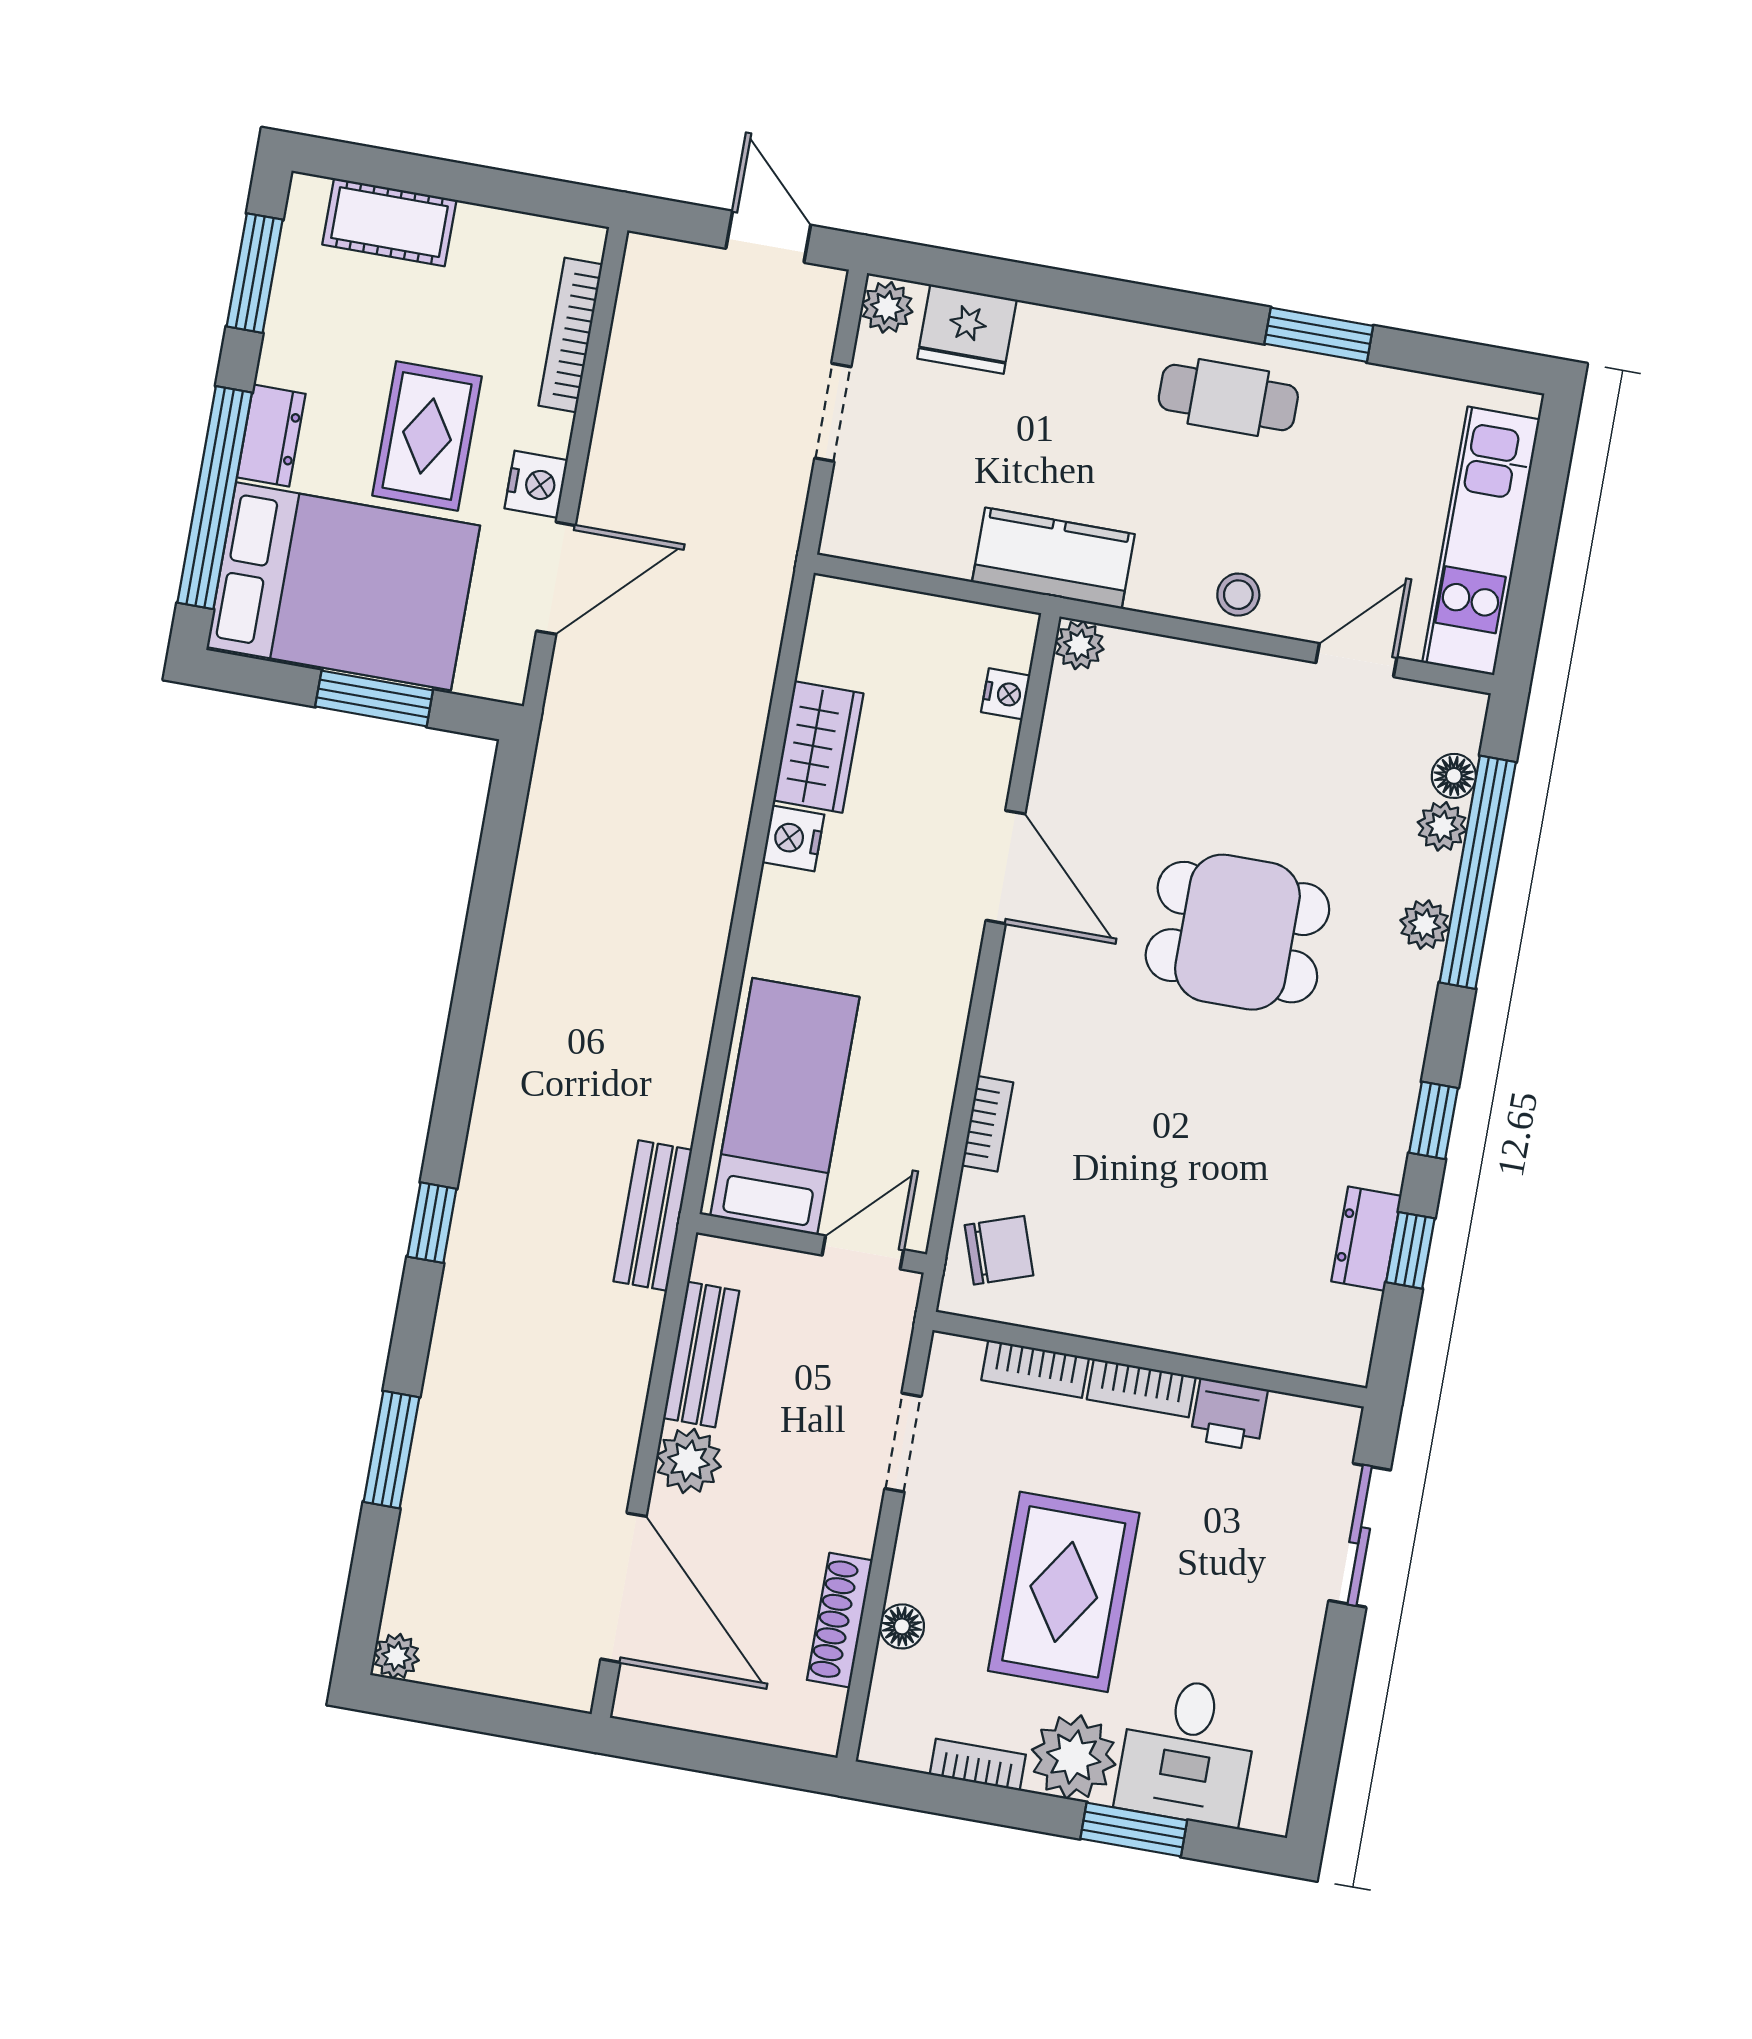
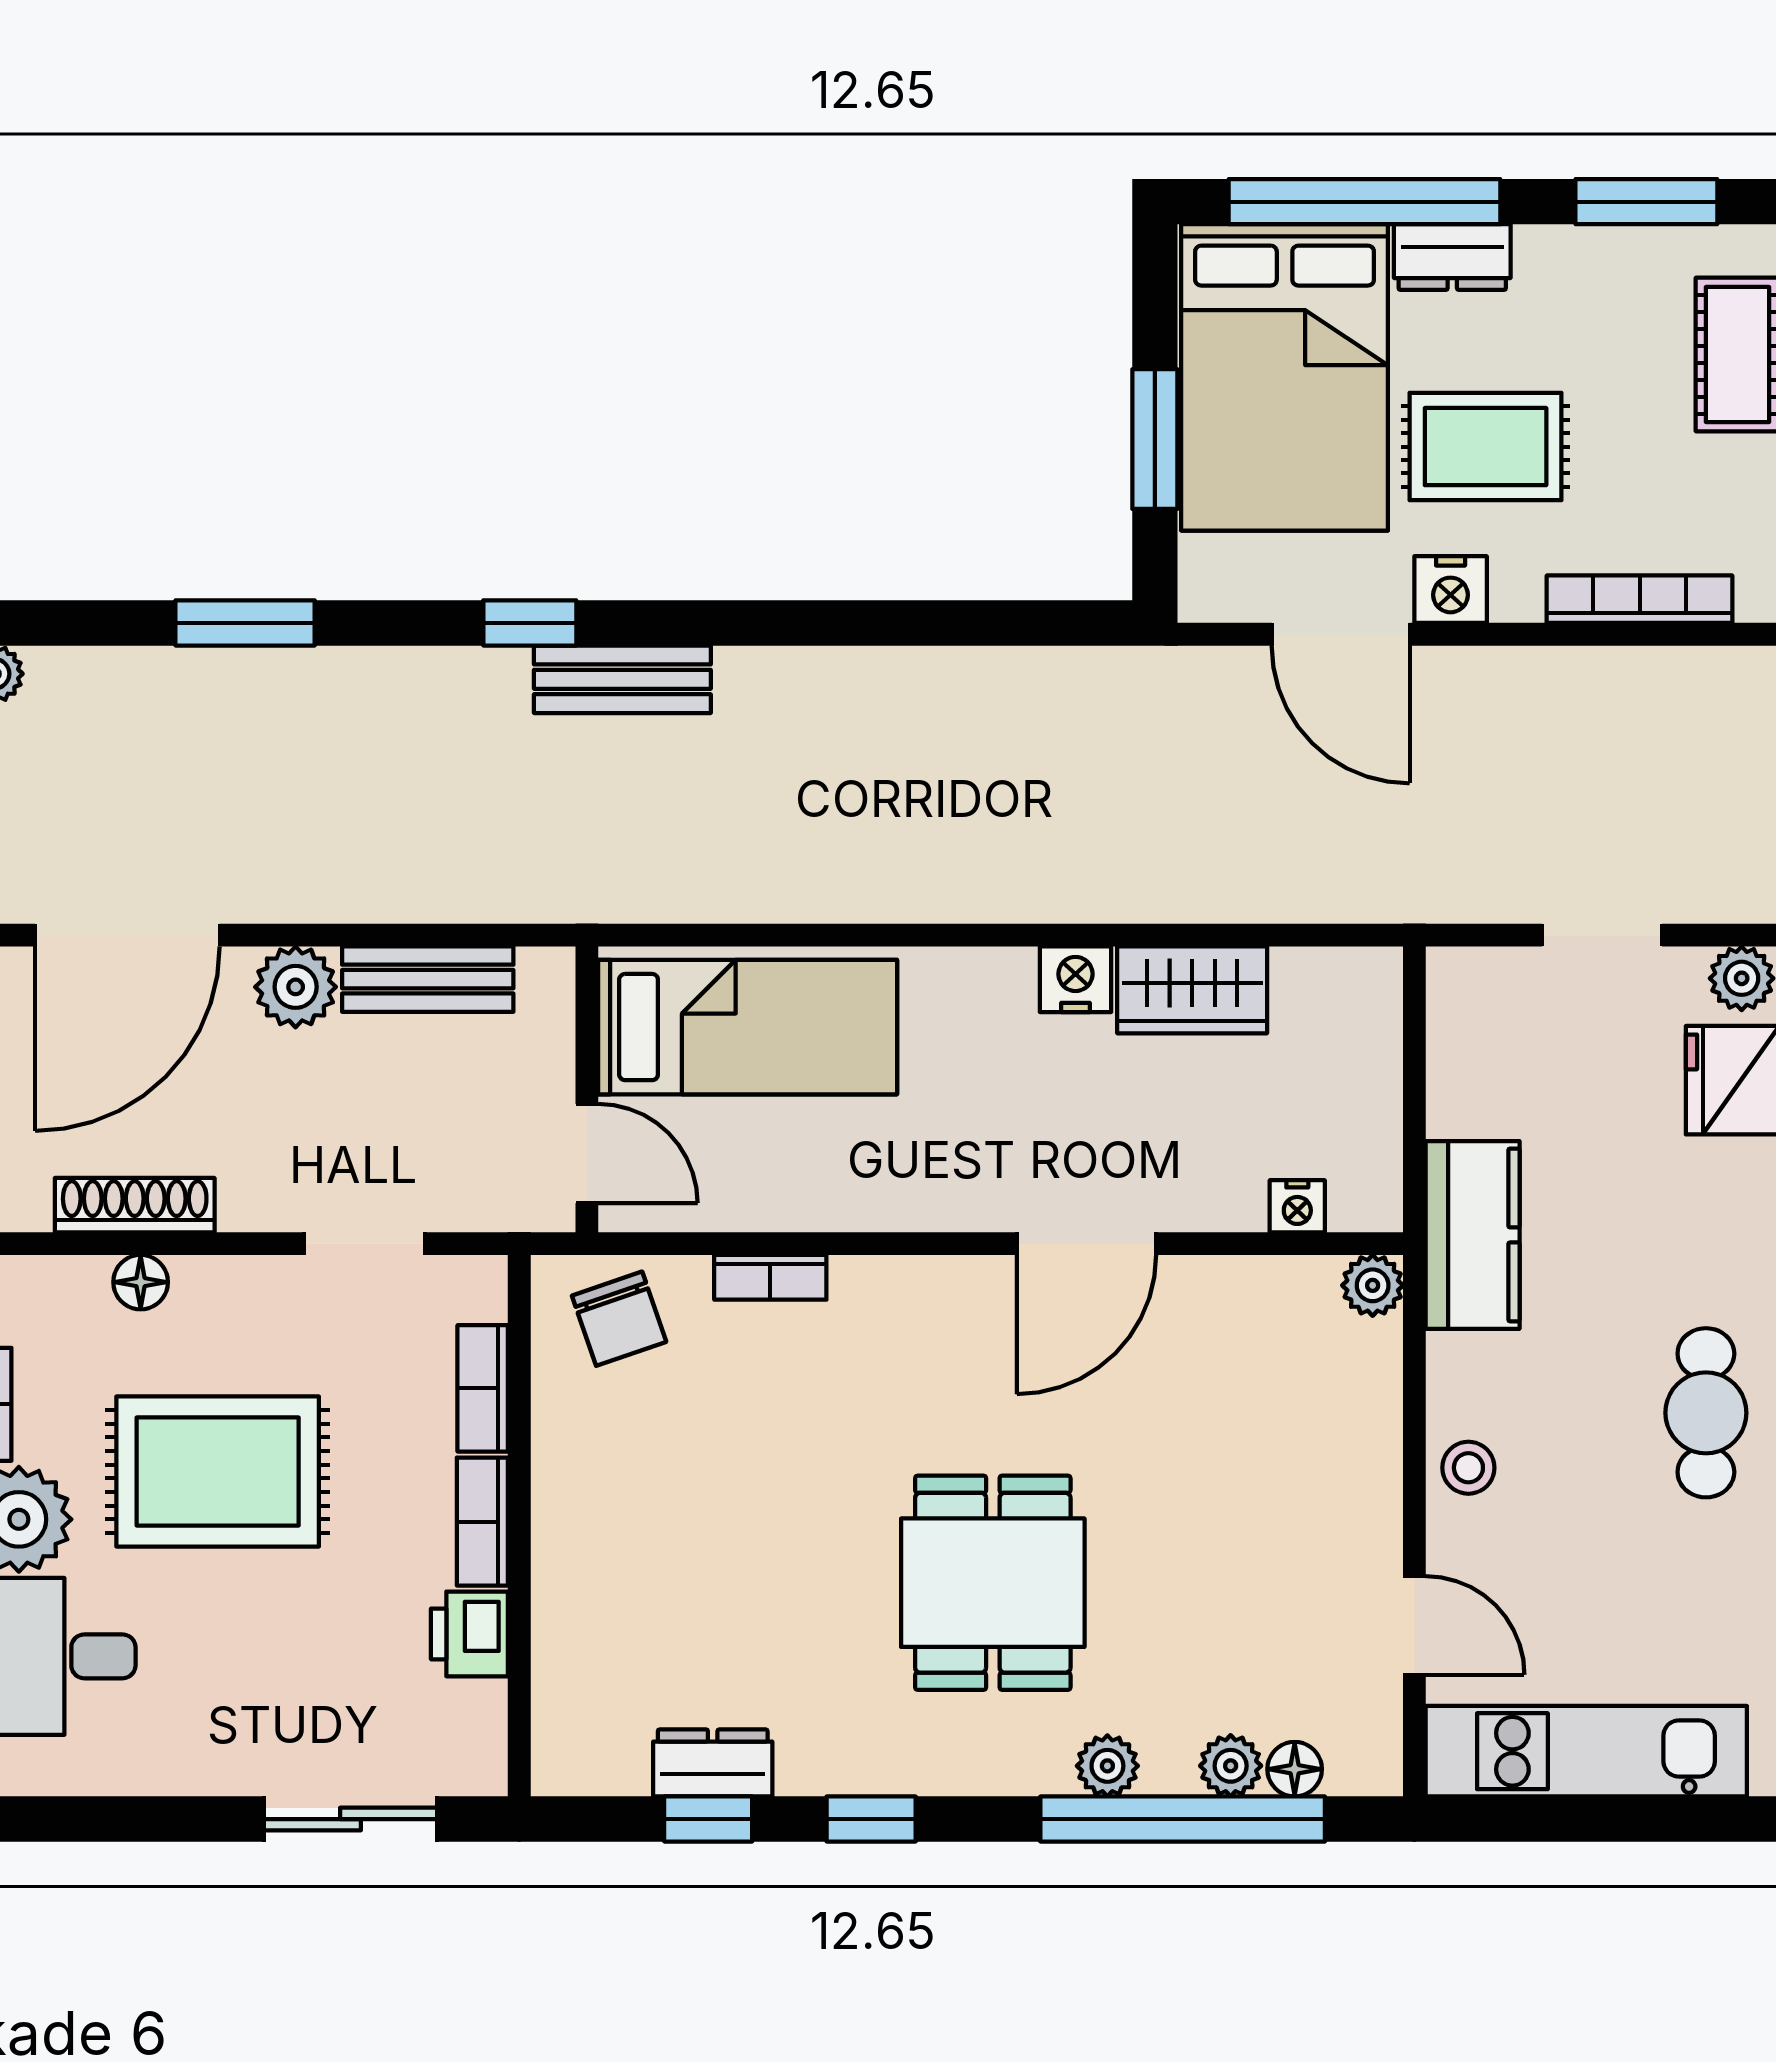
dining table: (1237, 932) -> (993, 1583), moved
bench: (653, 1216) -> (622, 679), moved

